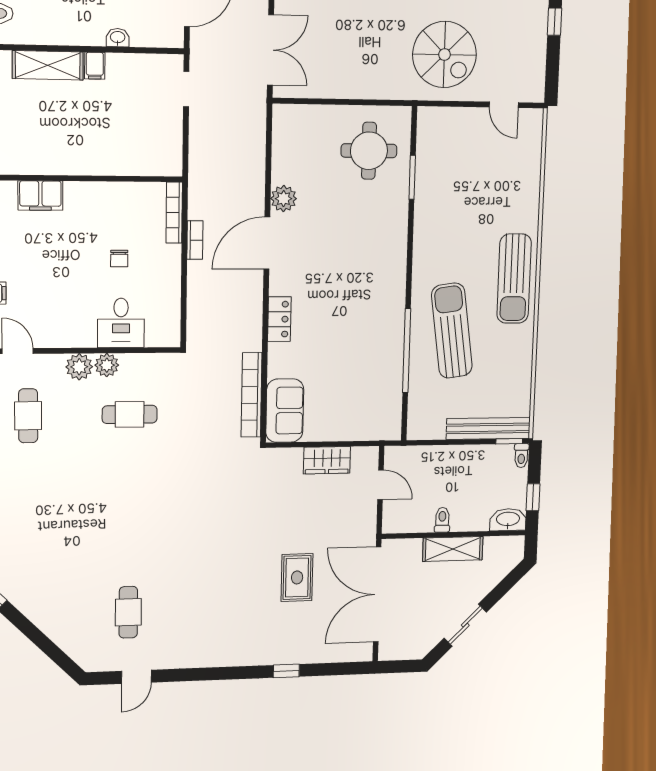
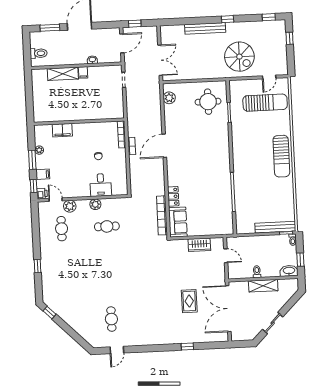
door: (504, 105) -> (269, 77), hinge flipped
plant: (284, 199) -> (169, 98), moved
locker: (279, 319) -> (173, 196), moved
sun lounger: (452, 331) -> (265, 103), moved, turned 98
plant: (79, 367) -> (70, 206), moved

